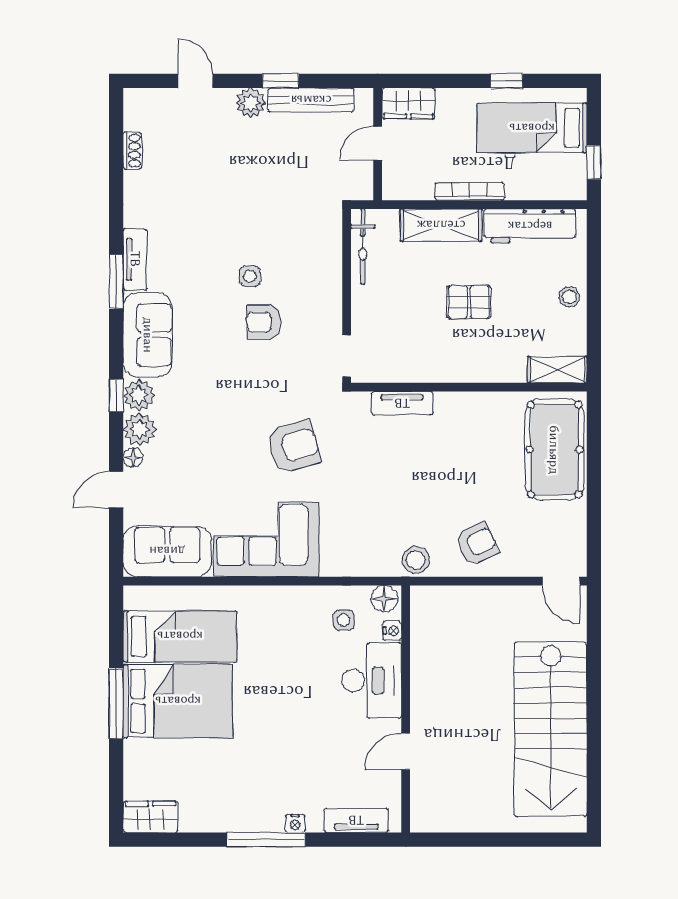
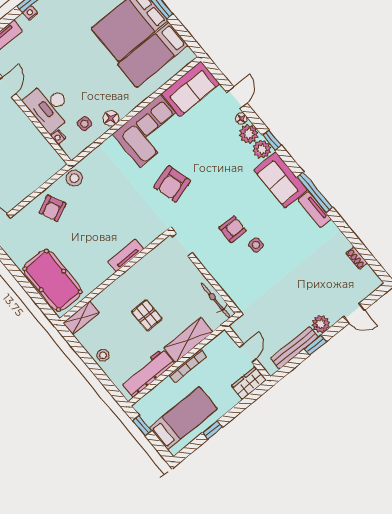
window: (116, 282) -> (315, 192), width x1.44
pallet: (469, 302) -> (147, 315), turned 90
tv unit: (402, 403) -> (126, 255), moved
floor lamp: (384, 599) -> (111, 118), moved

